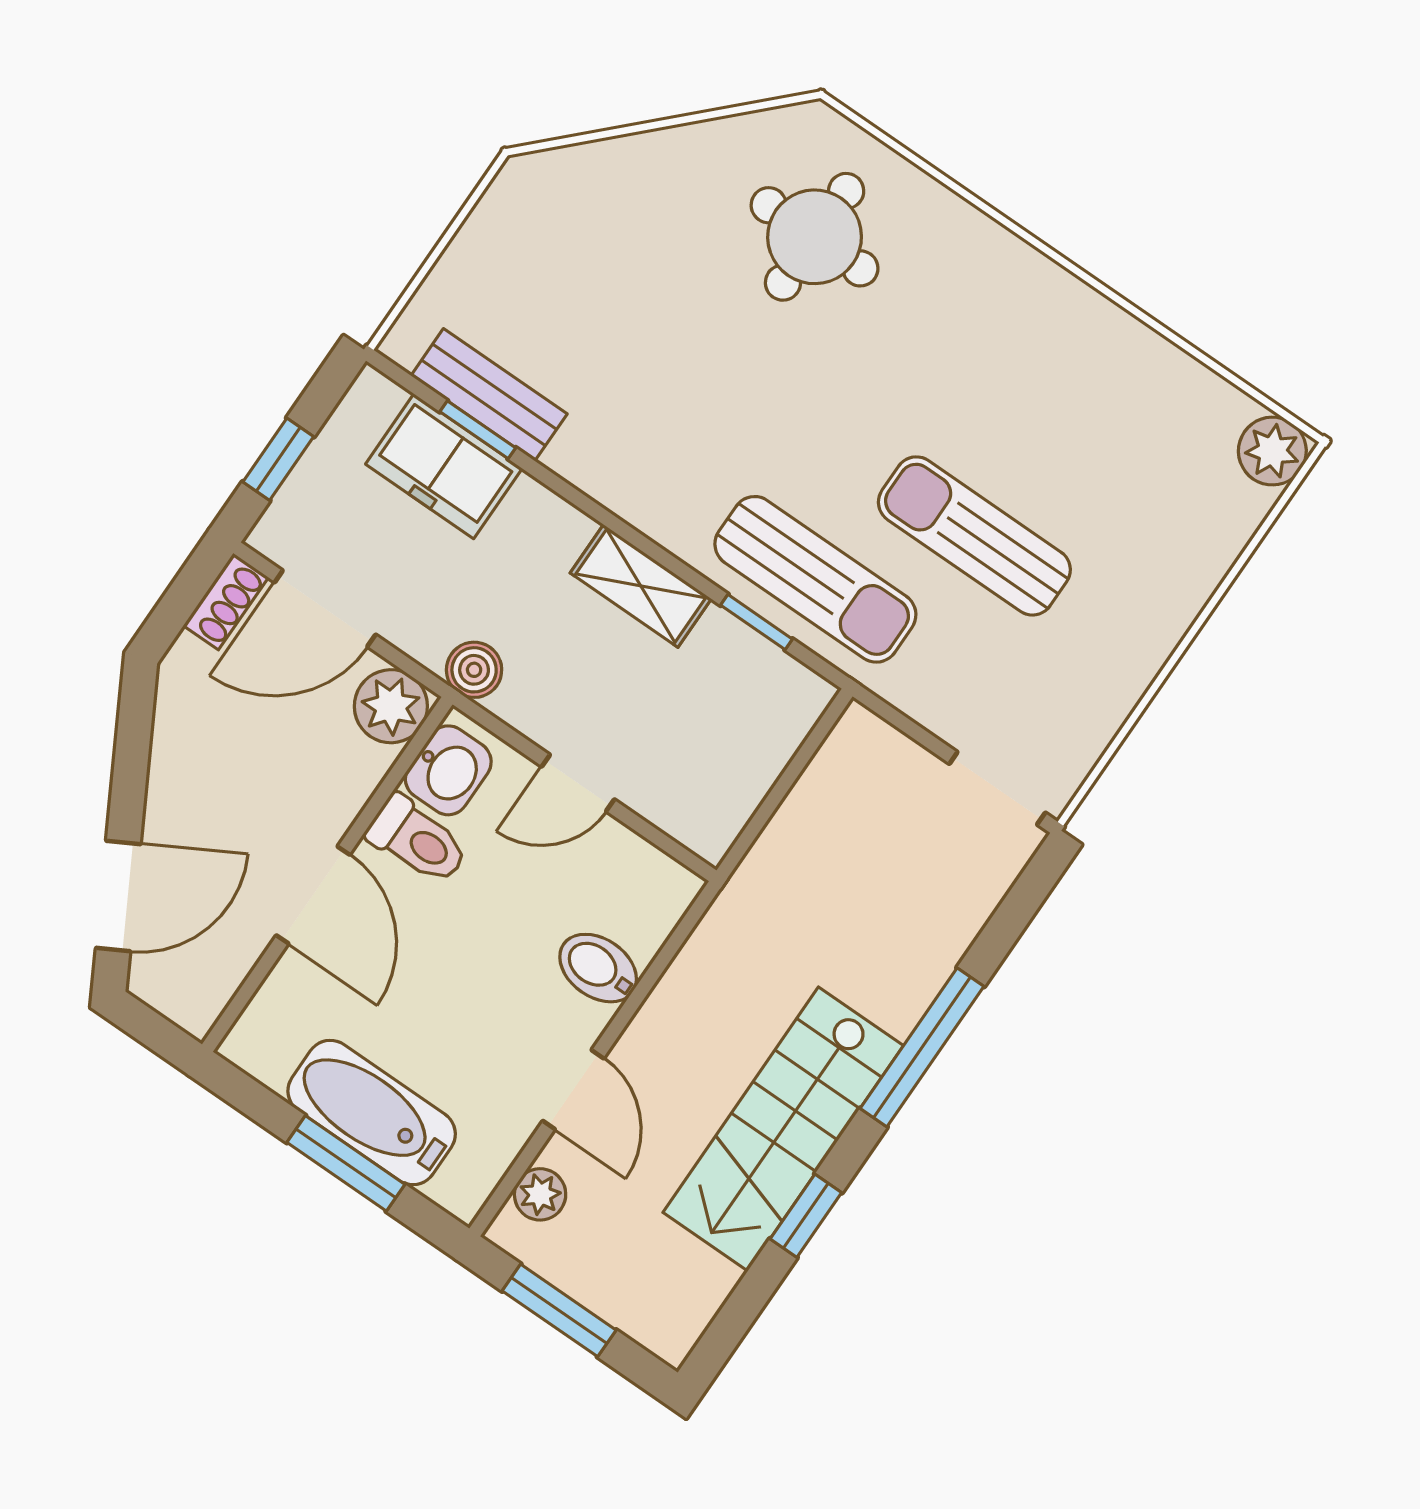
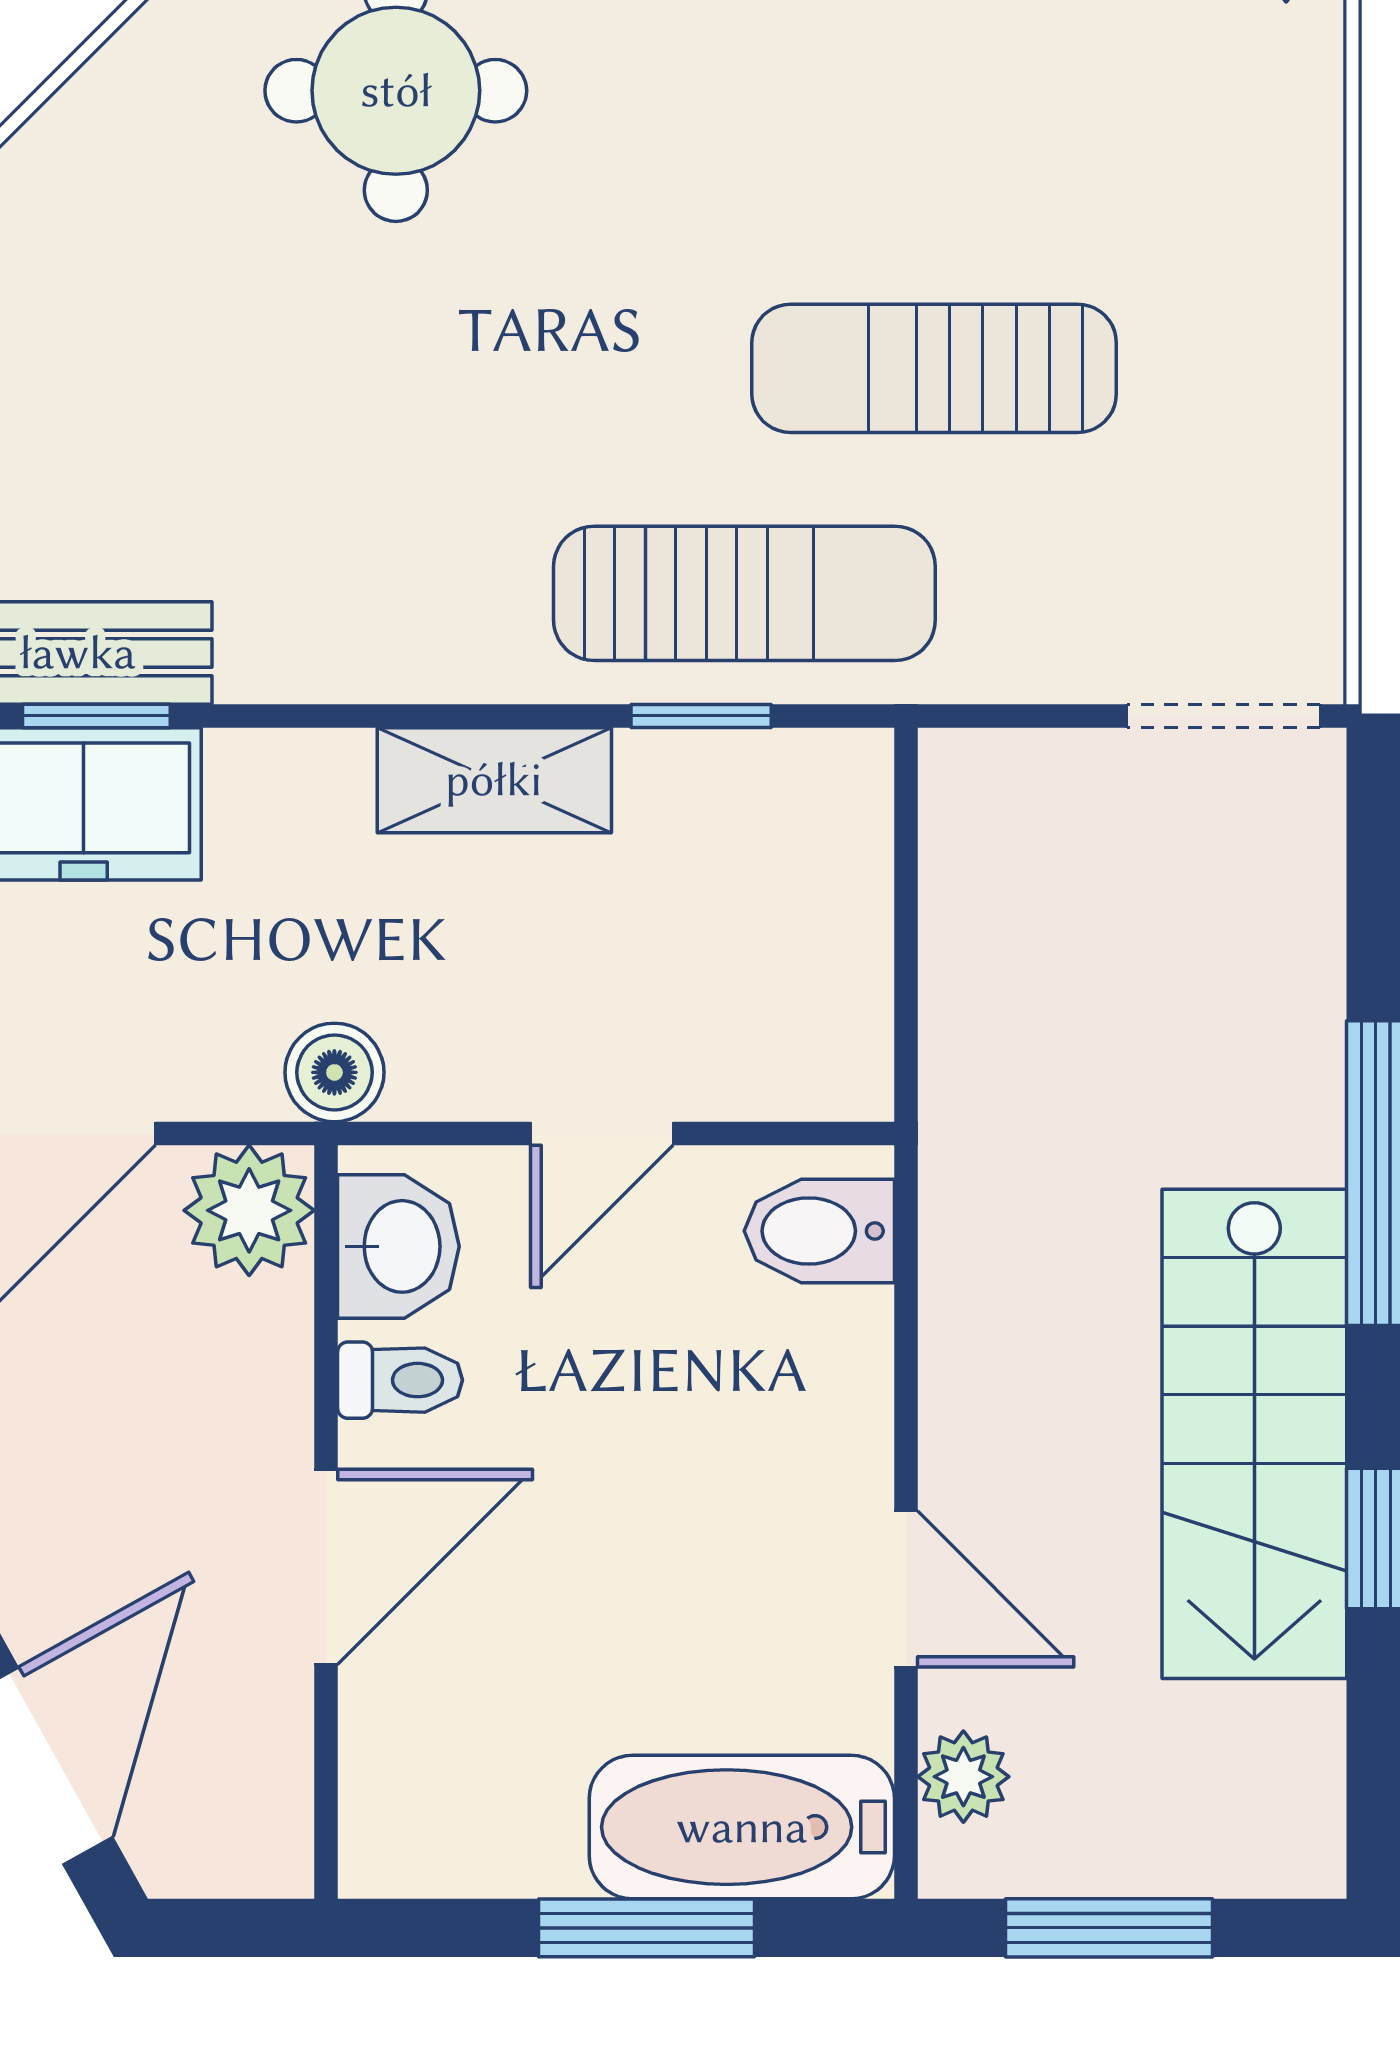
toilet: (418, 840) -> (400, 1380), width x0.73, depth x0.72
door: (313, 895) -> (326, 1567), hinge flipped
bidet: (598, 968) -> (819, 1231), moved
bathtub: (372, 1112) -> (742, 1827), moved

